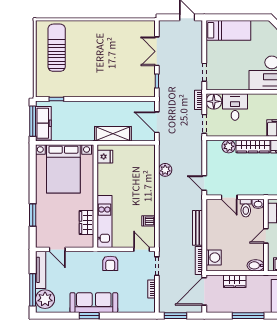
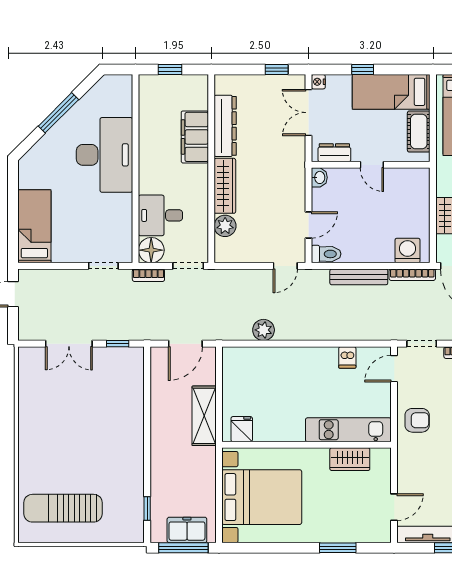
freezer: (43, 123) -> (187, 530), width x0.71
toilet: (246, 208) -> (326, 254), moved
bidet: (256, 265) -> (420, 182), removed

